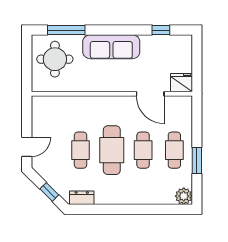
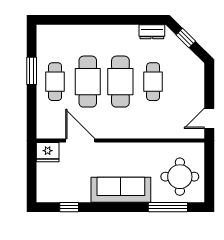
door: (27, 147) -> (209, 118), moved
cafe table: (143, 150) -> (88, 82), width x1.37, depth x1.35
plant: (184, 196) -> (45, 34), removed

